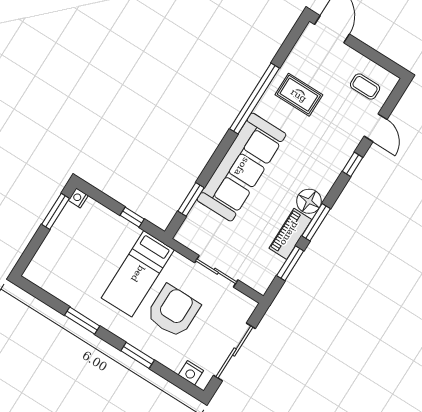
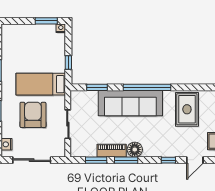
rug: (299, 95) -> (187, 109), width x1.36, depth x1.43
window: (254, 98) -> (147, 87), moved
armchair: (173, 311) -> (33, 115), turned -90

